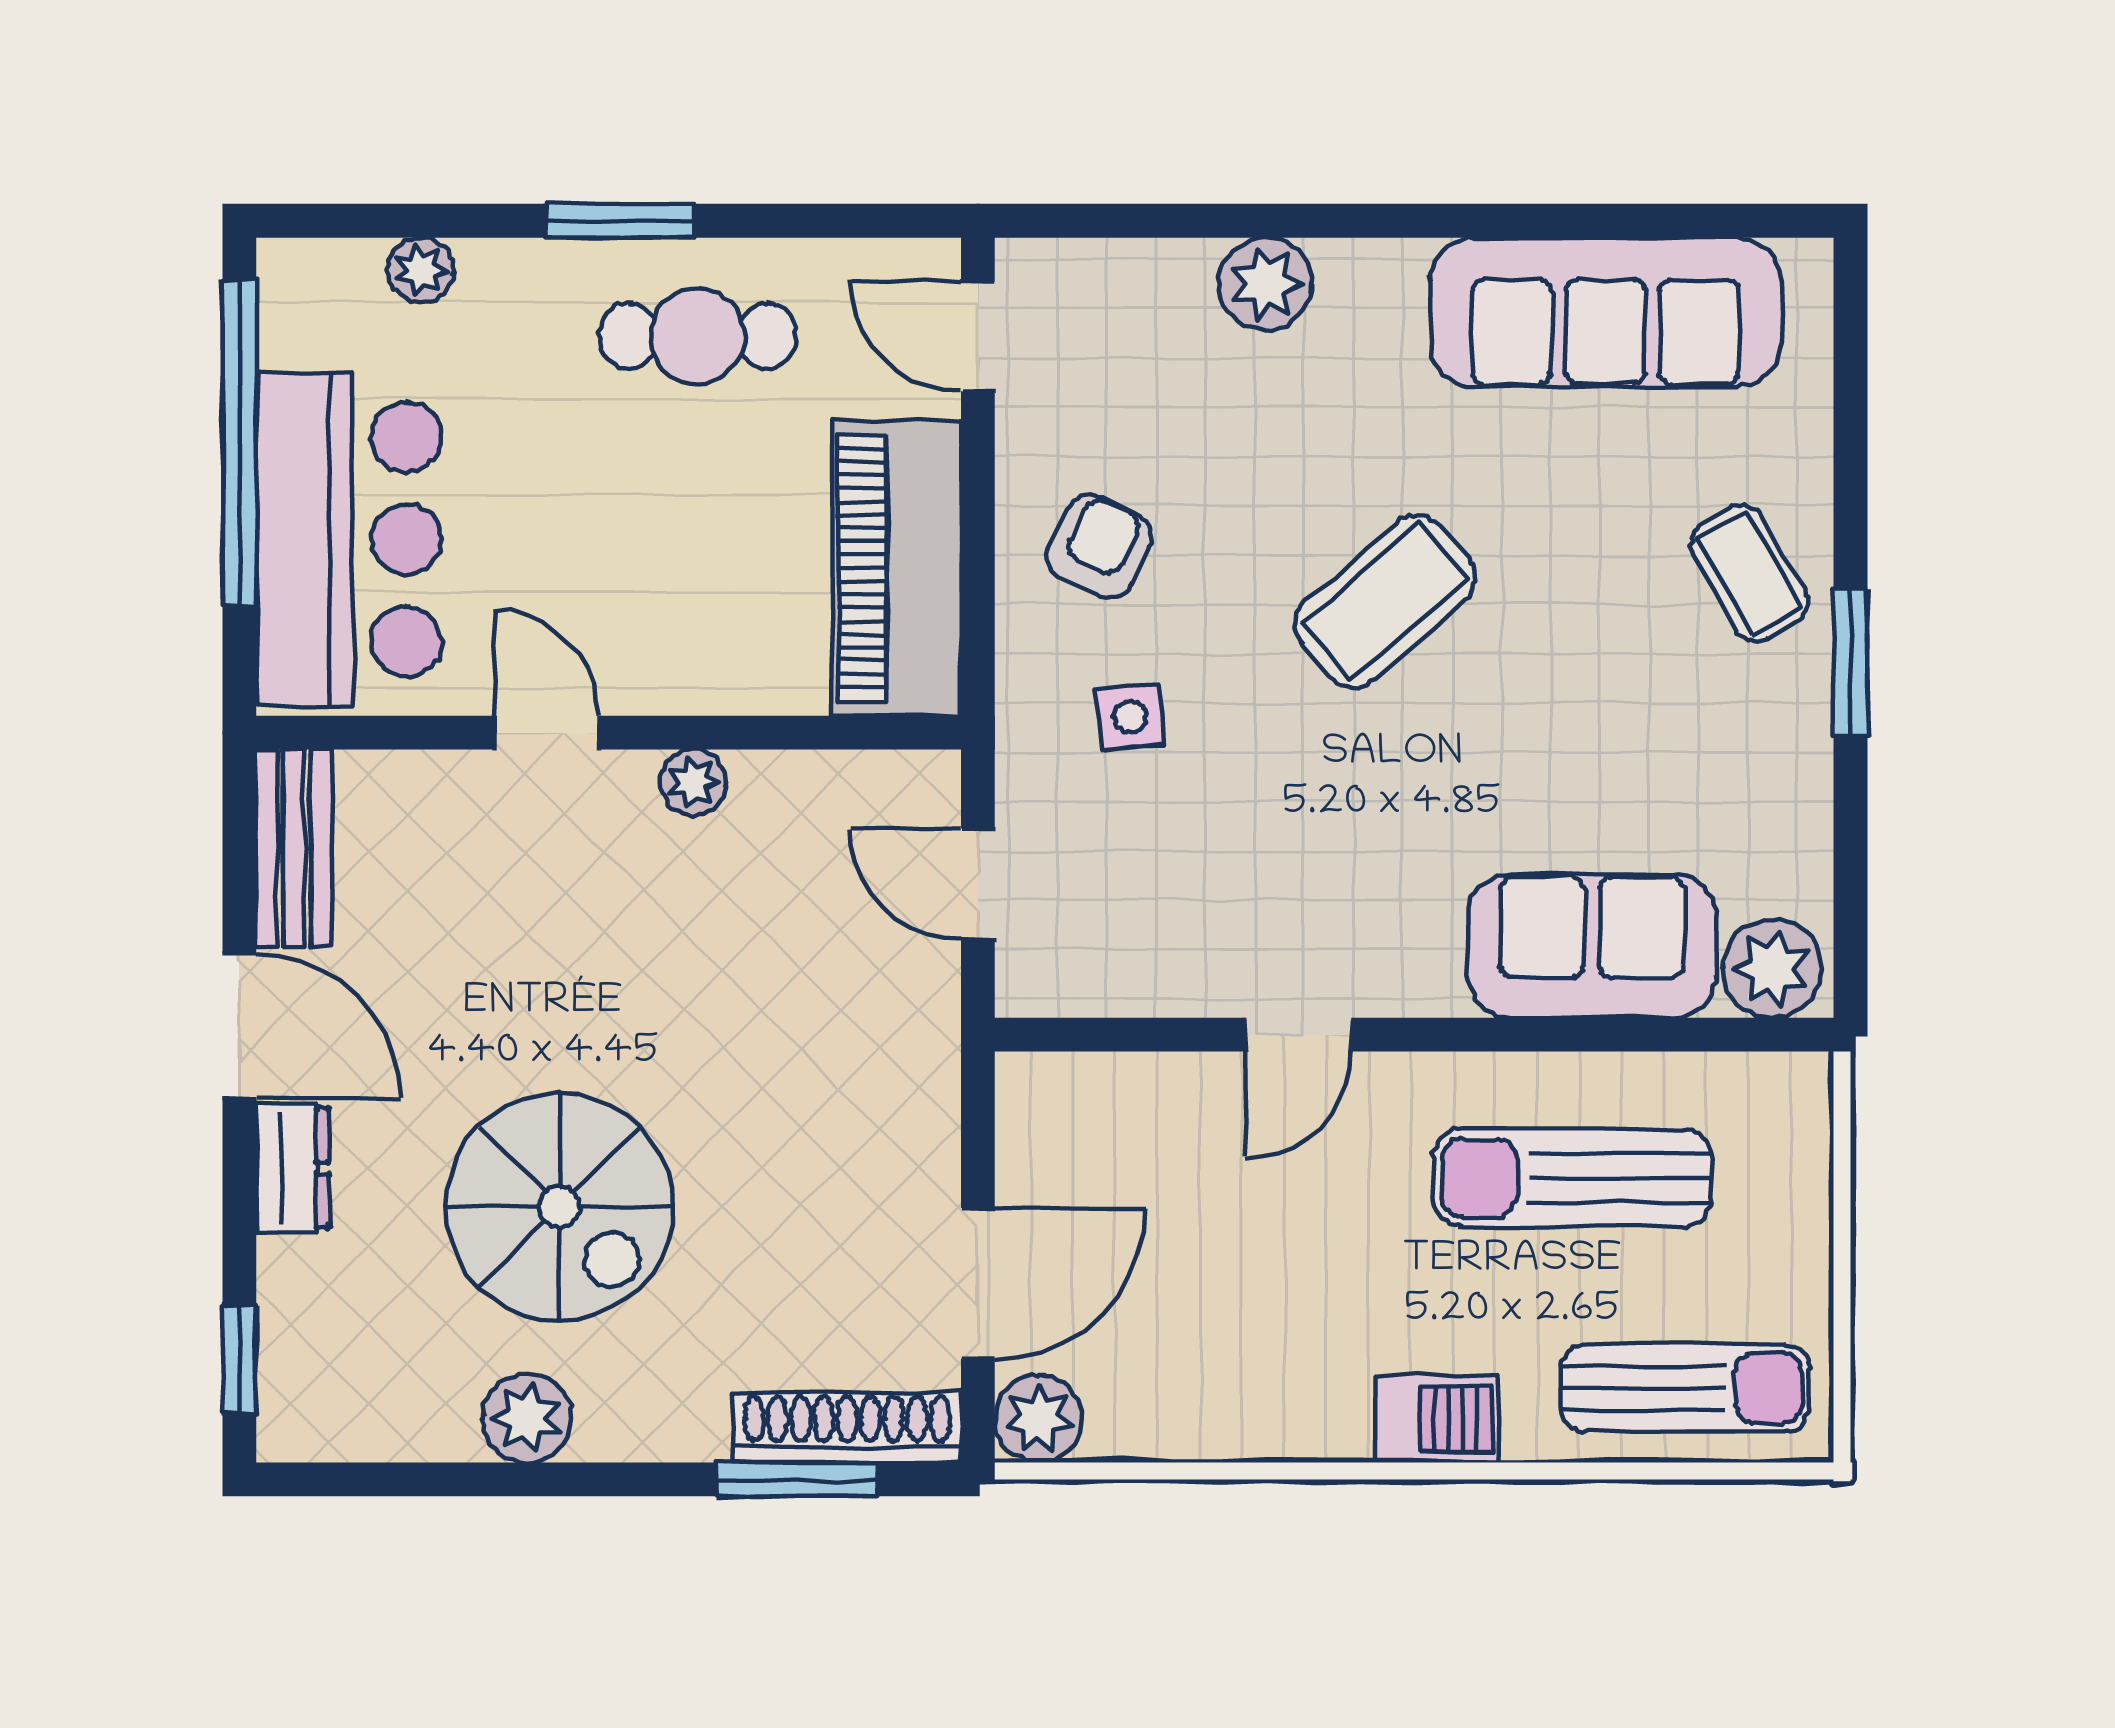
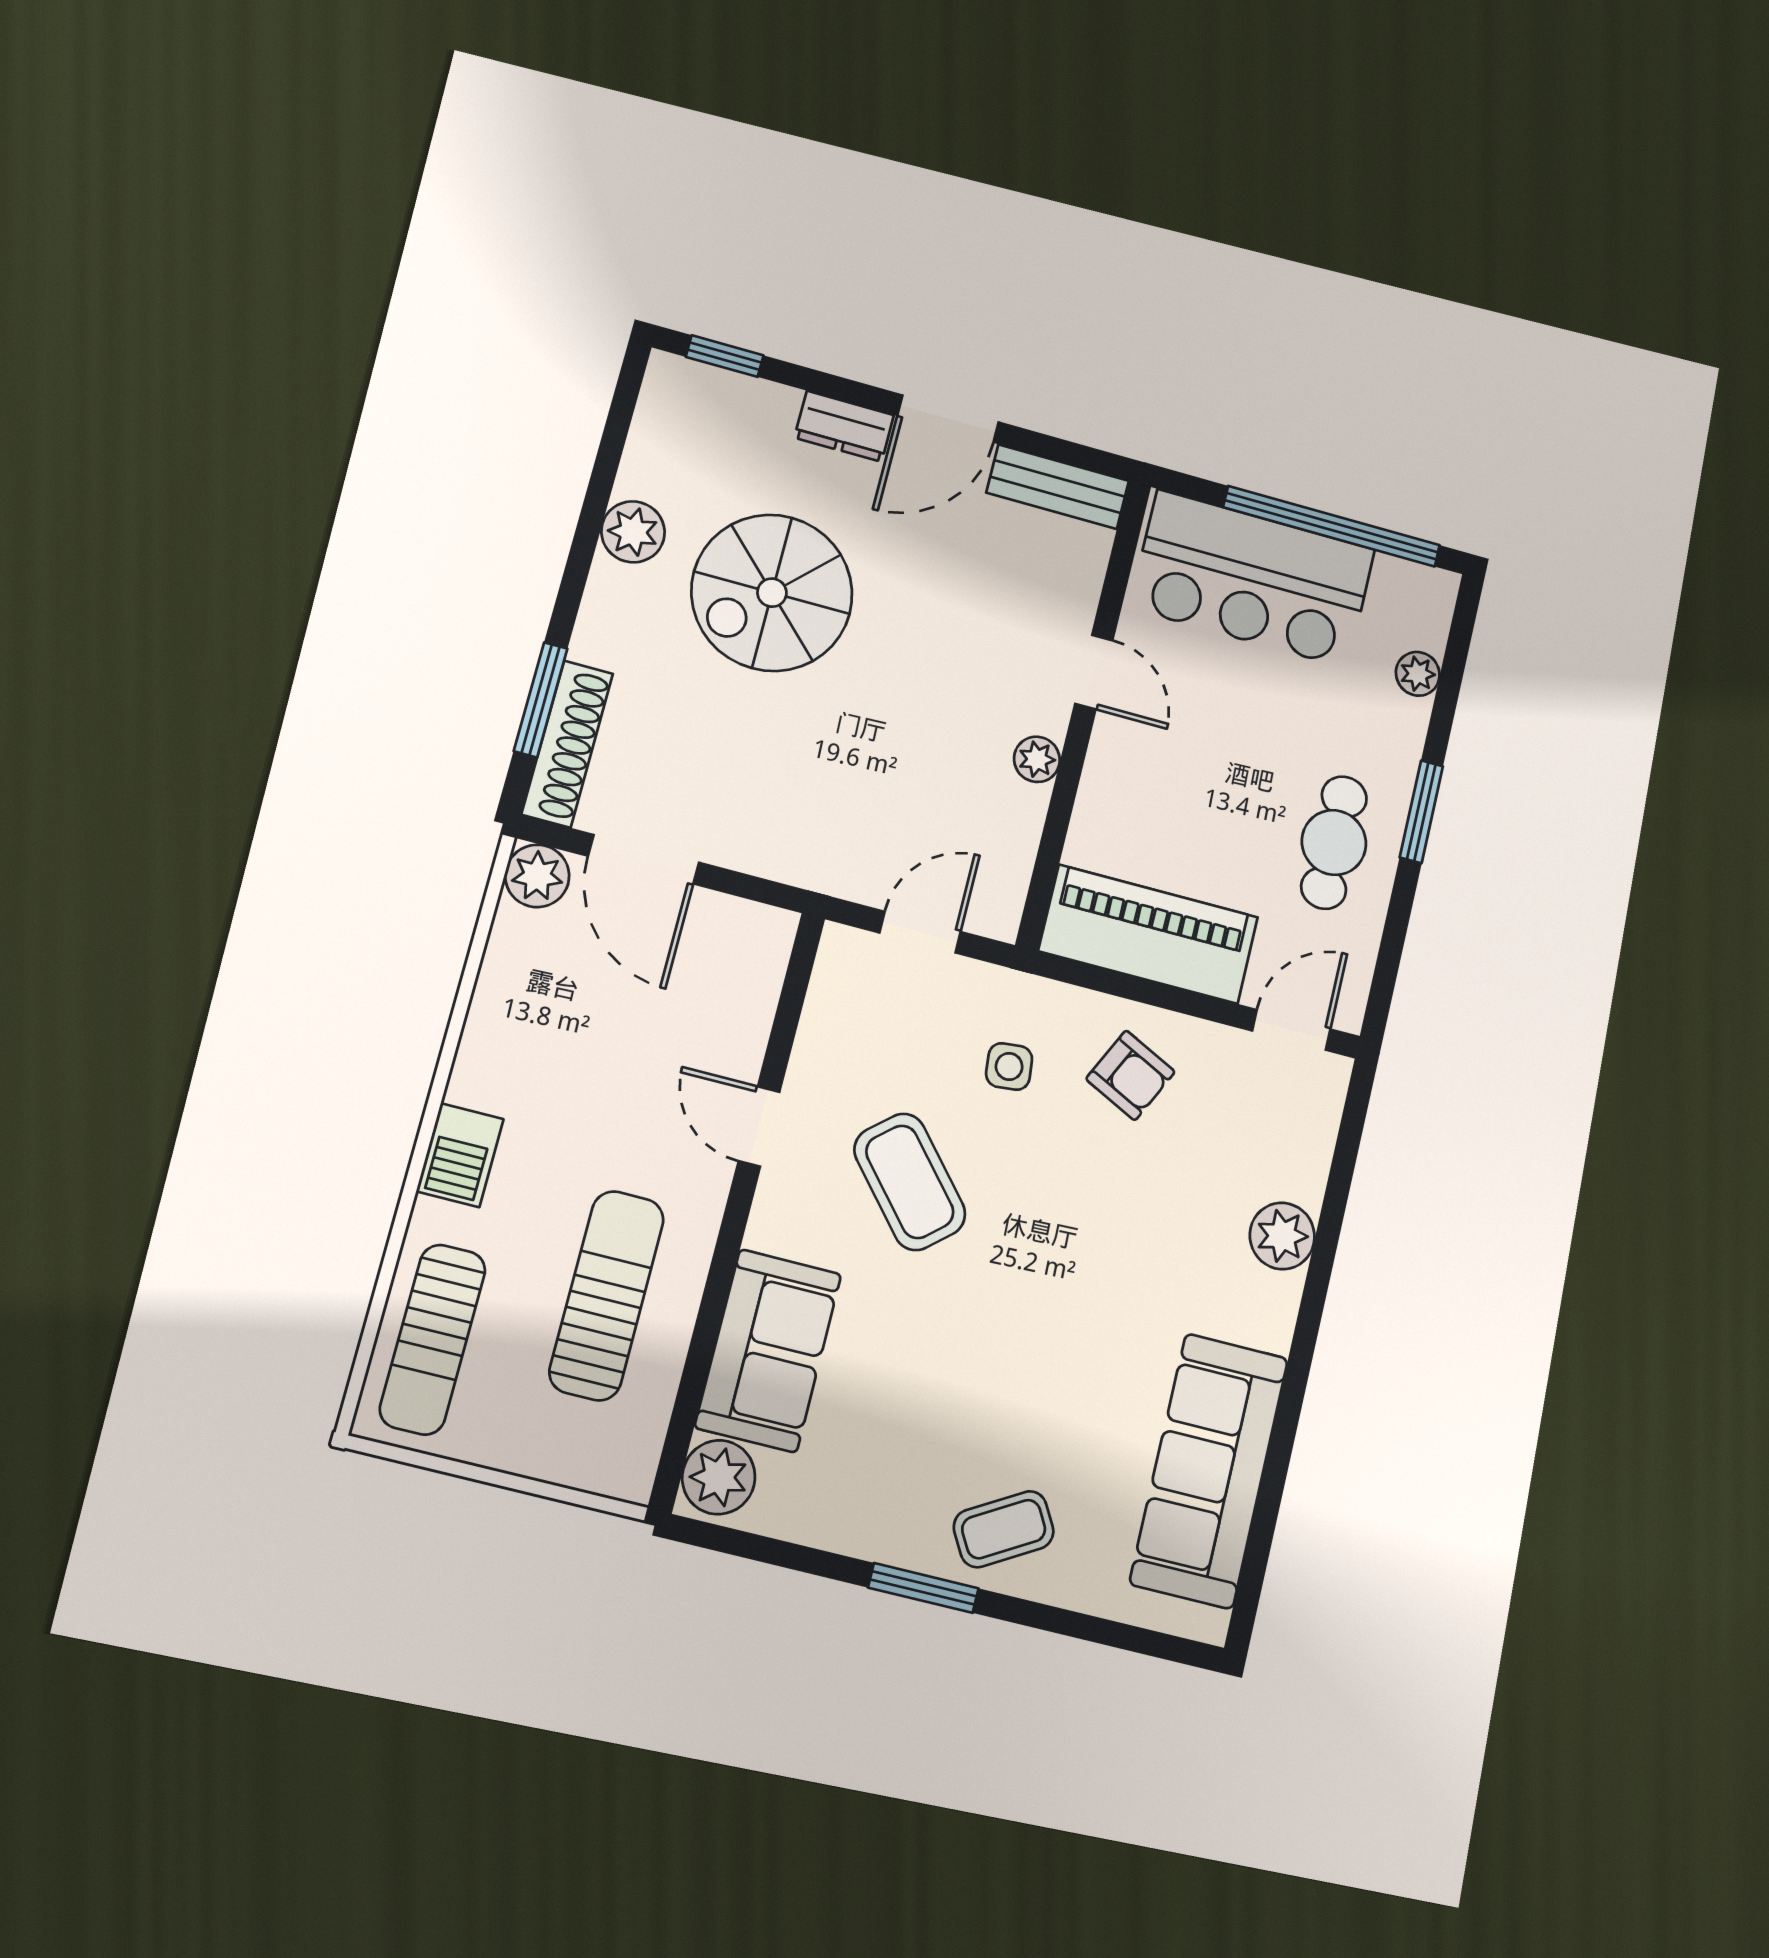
coffee table: (1385, 601) -> (910, 1182), moved
door: (547, 733) -> (1094, 672), hinge flipped

